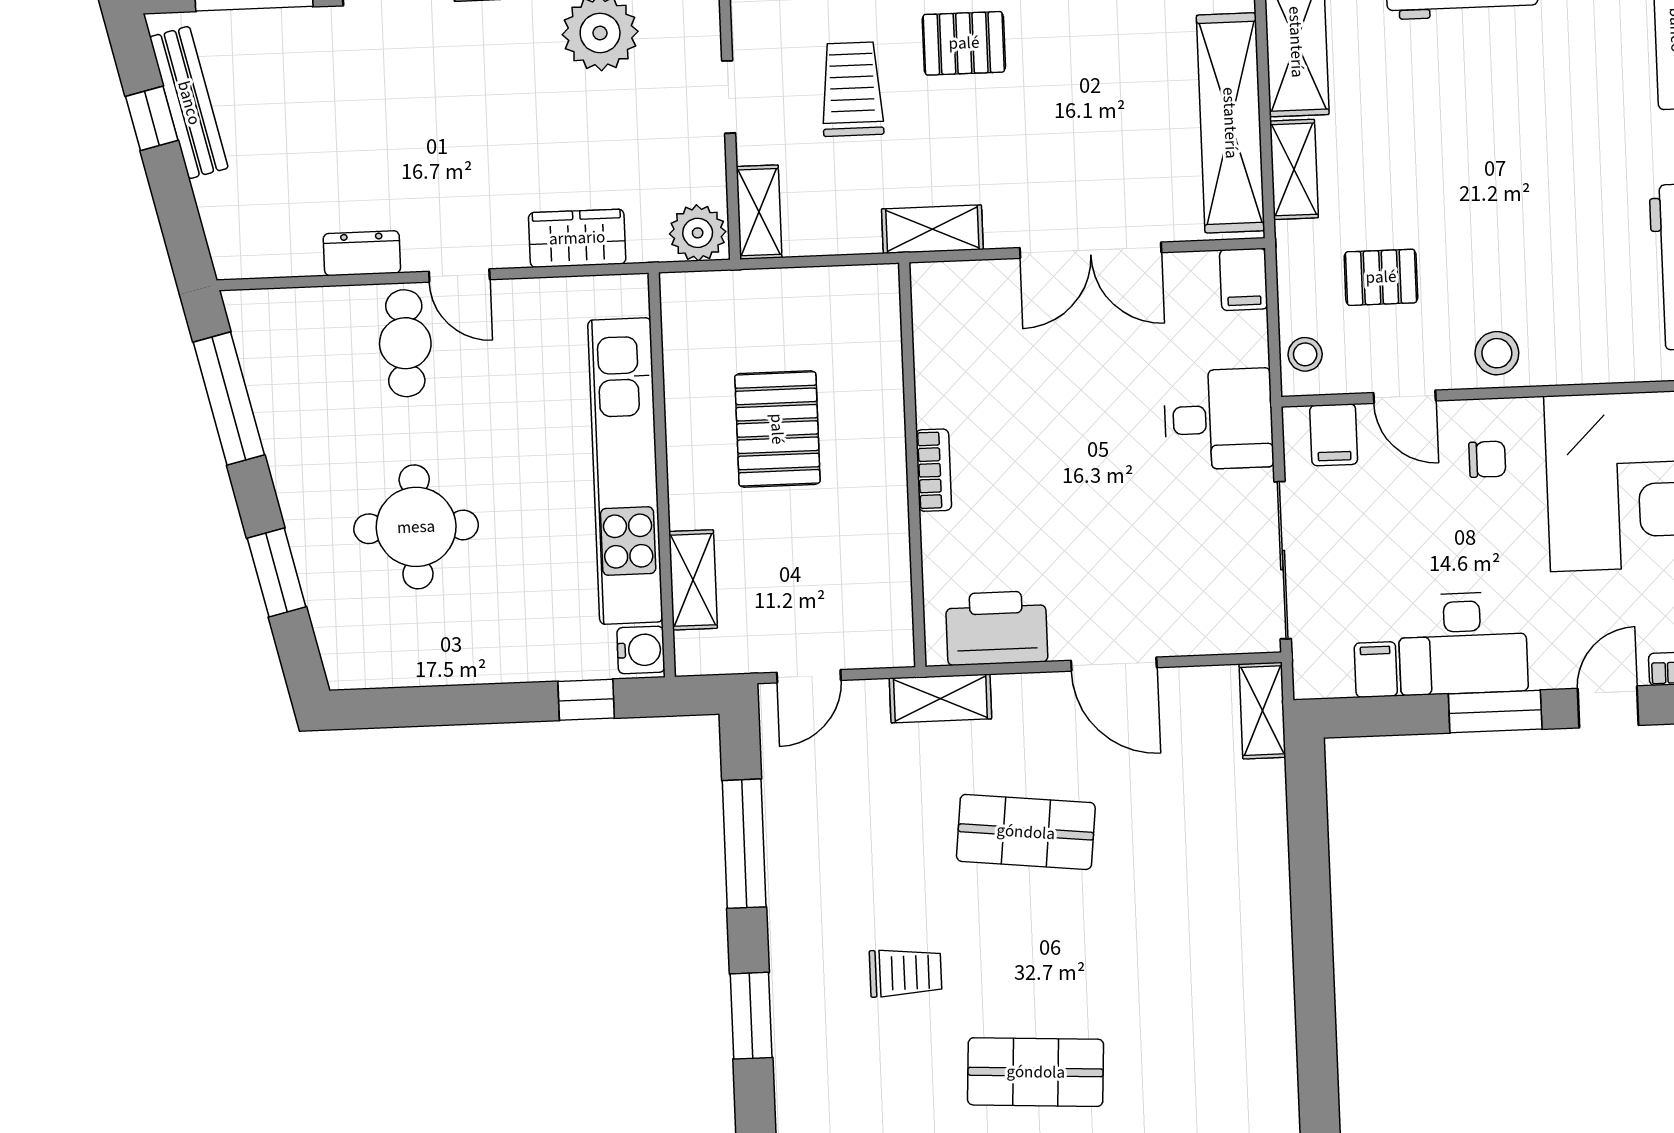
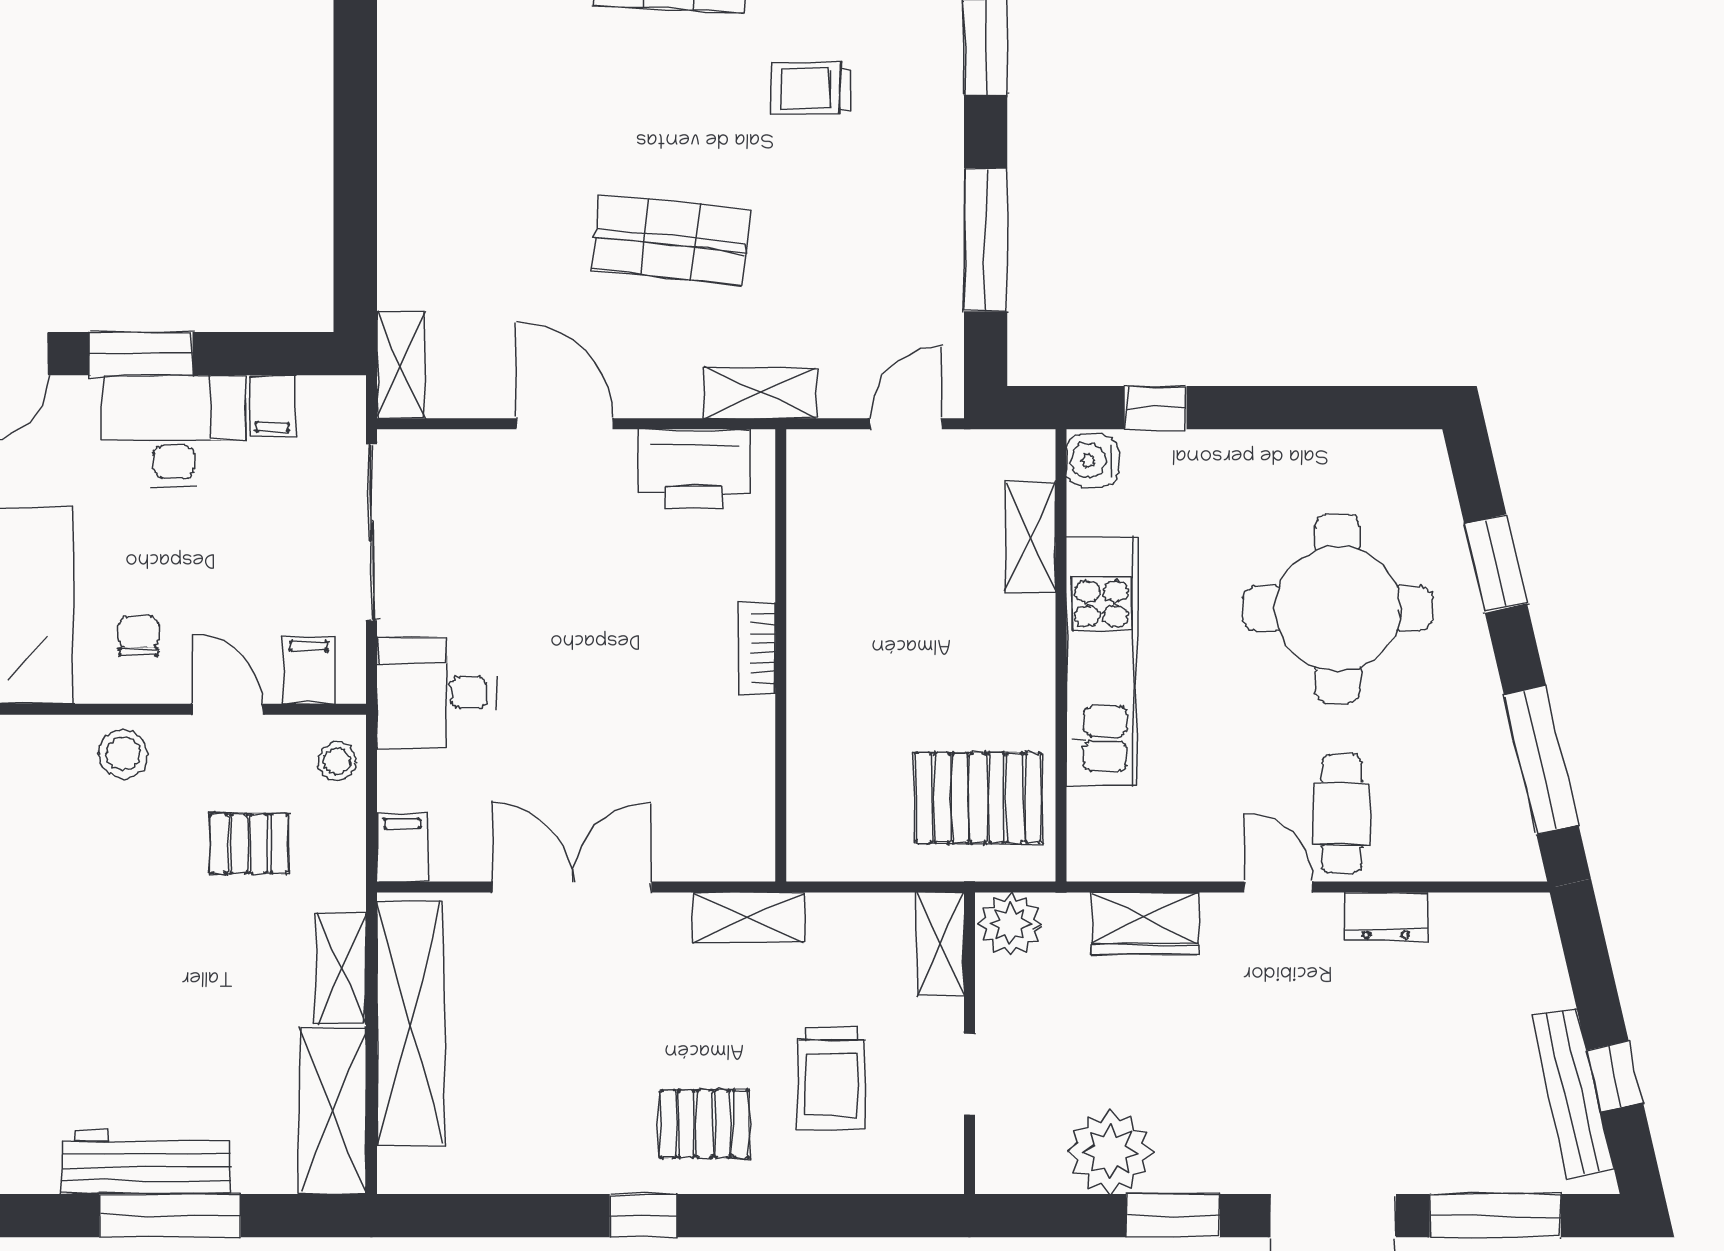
pallet: (777, 429) -> (978, 798), moved, turned 90
chair: (1487, 459) -> (138, 636), turned 90
kitchen unit: (625, 471) -> (1102, 661), width x0.73
round table: (416, 527) -> (1338, 608), width x1.36, depth x1.36

